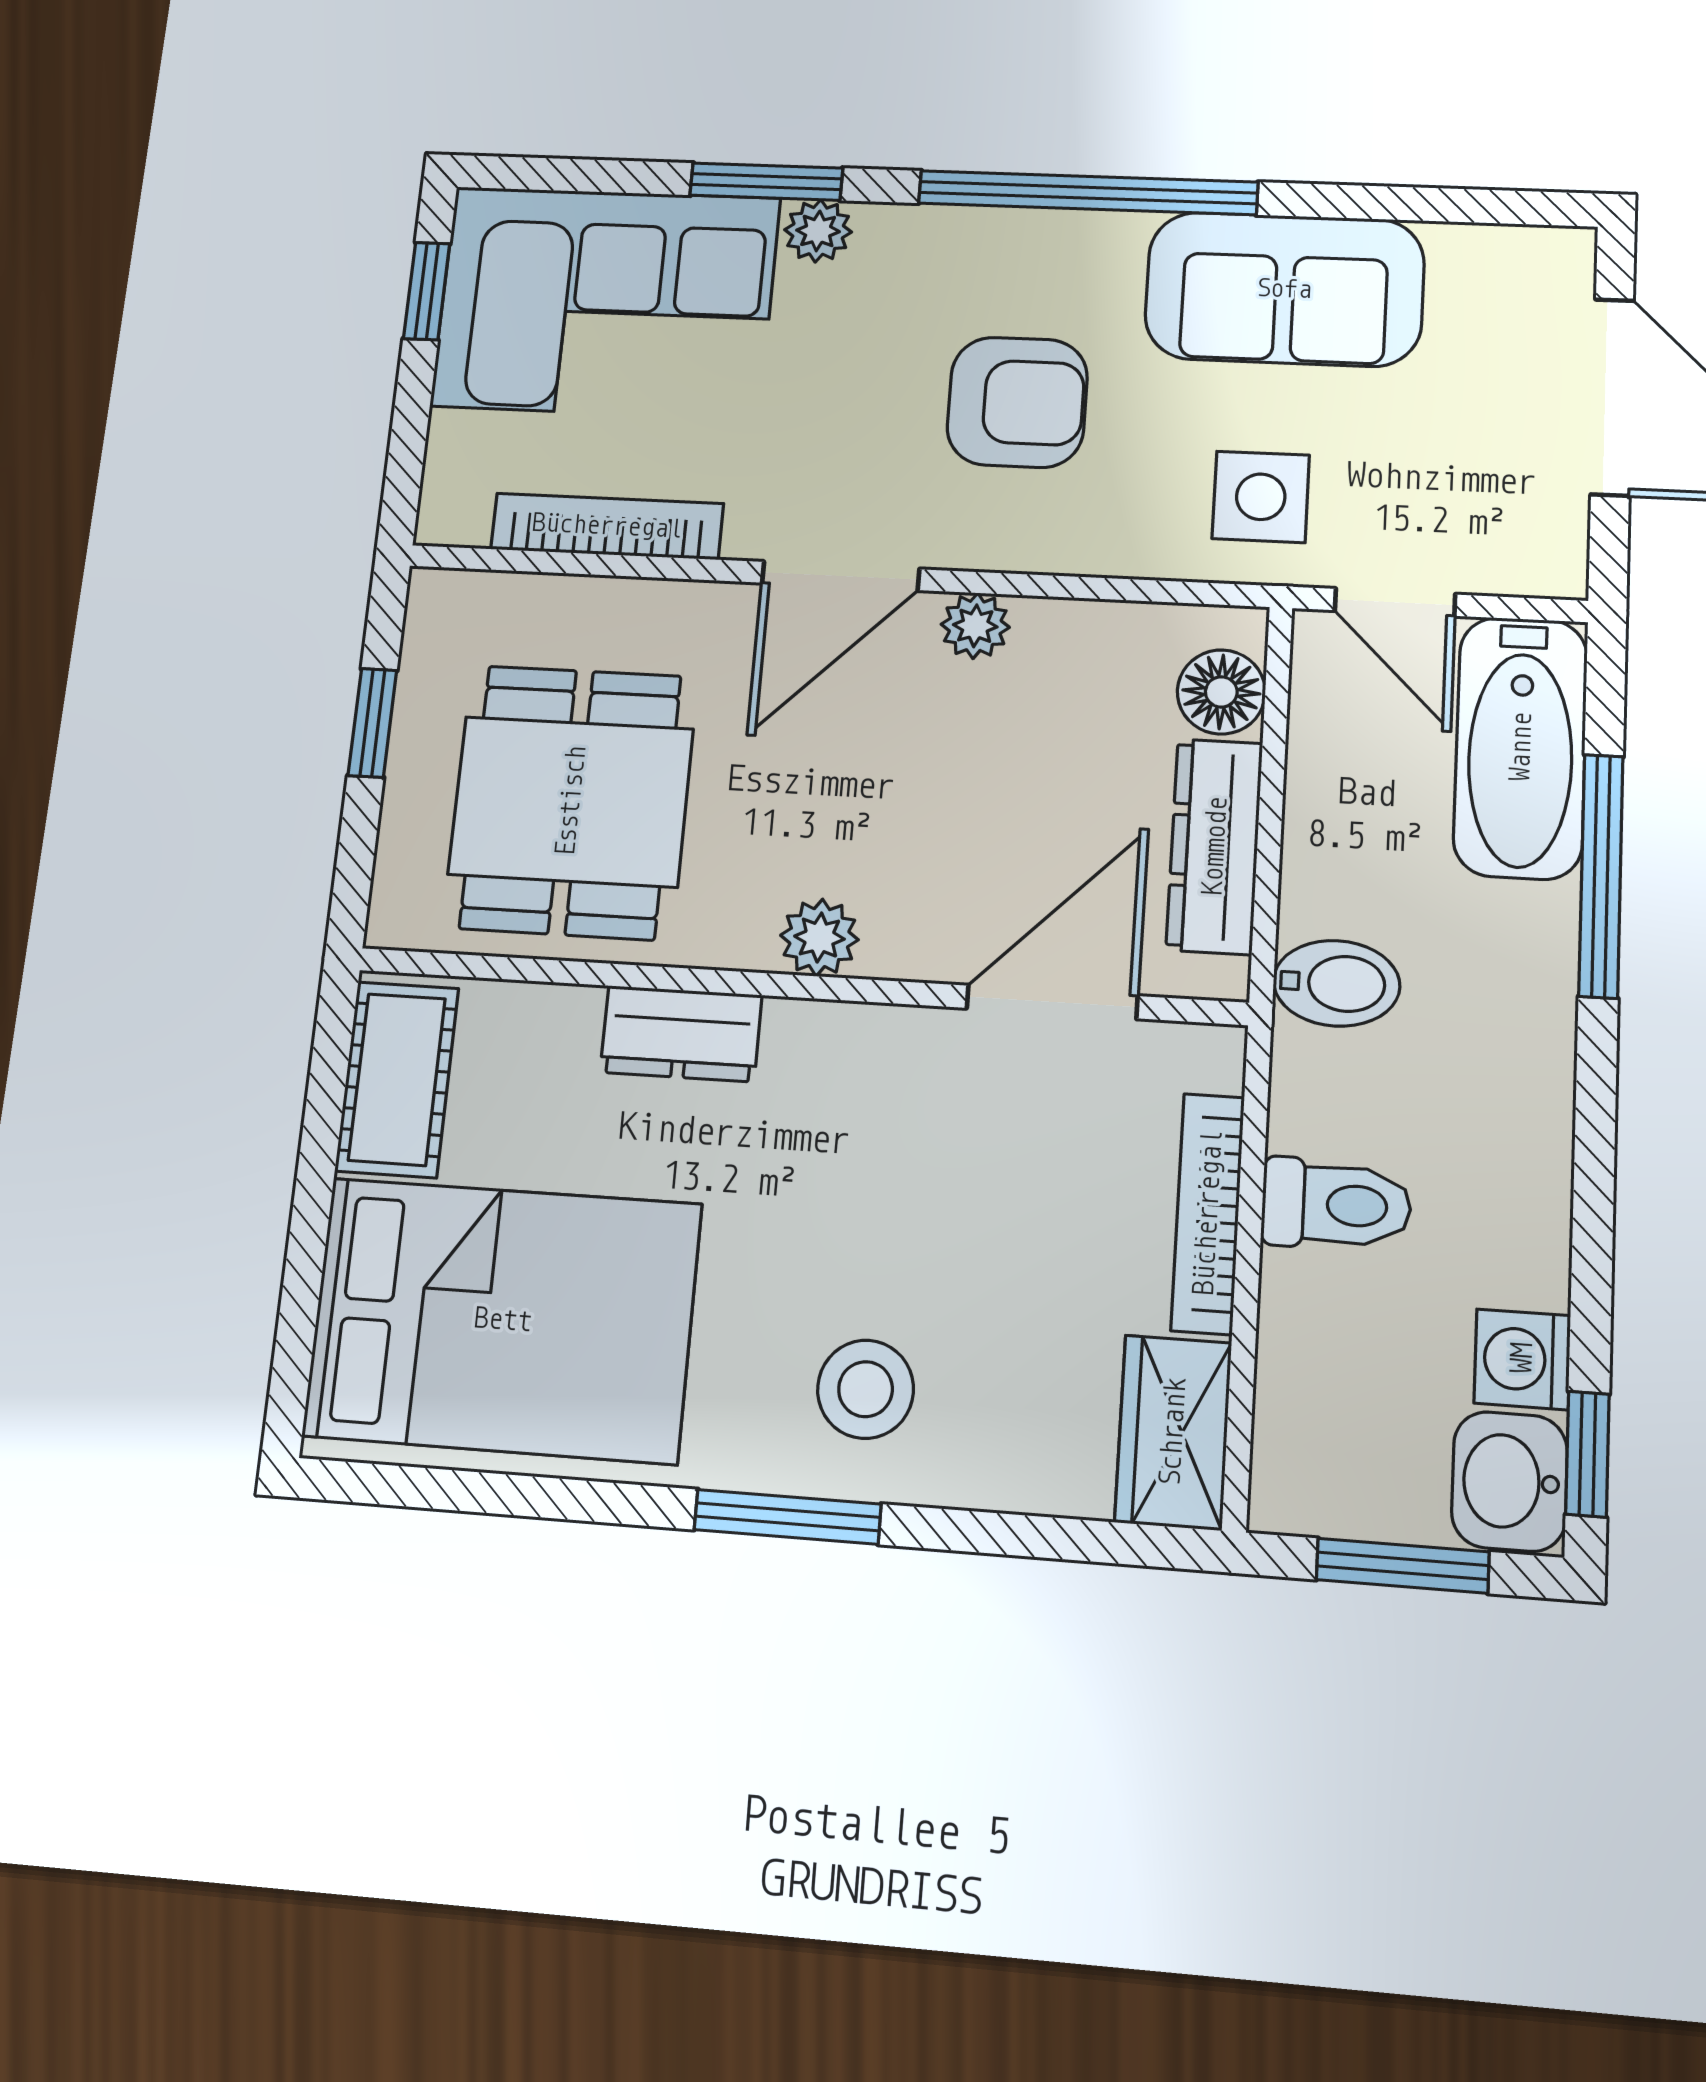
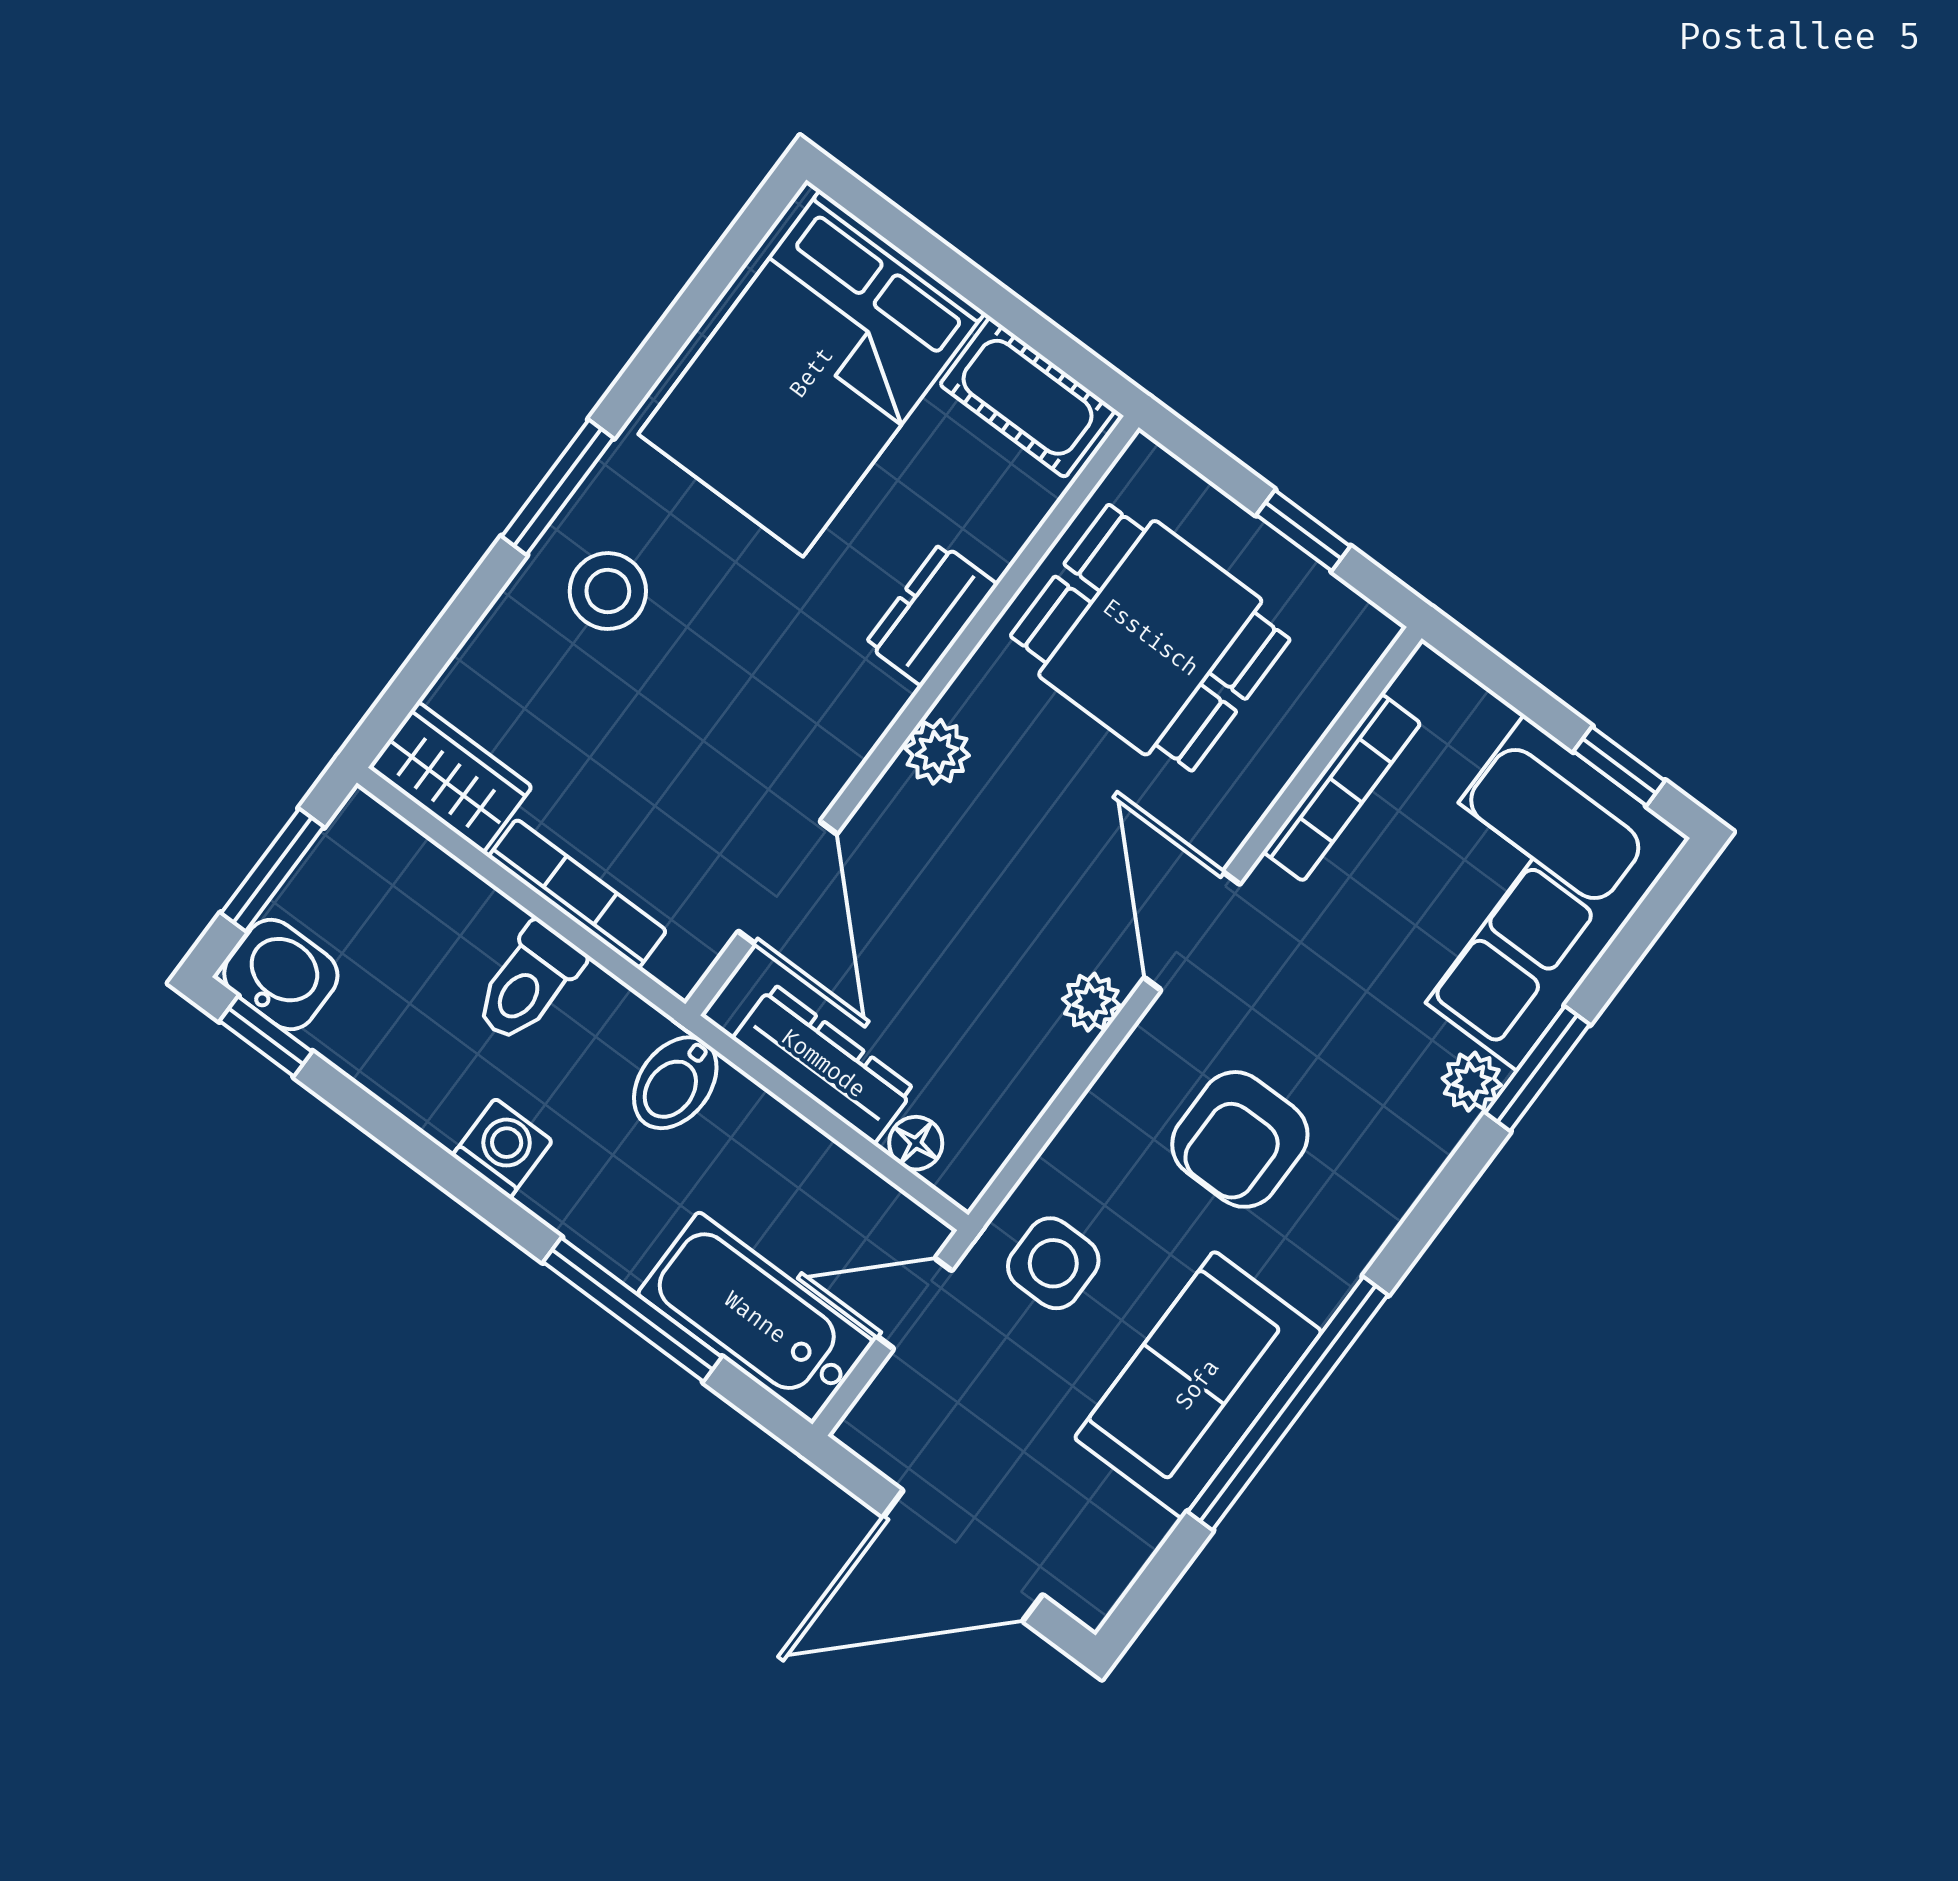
window: (1088, 193) -> (1288, 1403), moved
floor lamp: (1221, 692) -> (916, 1143), width x0.73, depth x0.73
washing machine: (1522, 1359) -> (502, 1148), moved

